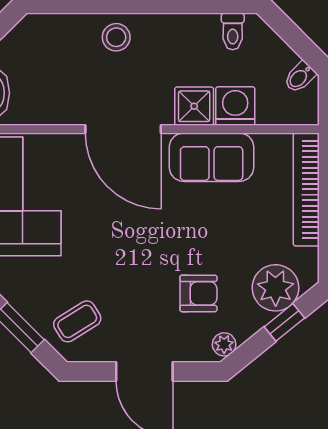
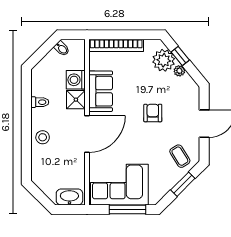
toilet: (233, 31) -> (40, 102), moved
armchair: (198, 293) -> (153, 113), moved
plant: (224, 344) -> (179, 71), moved

